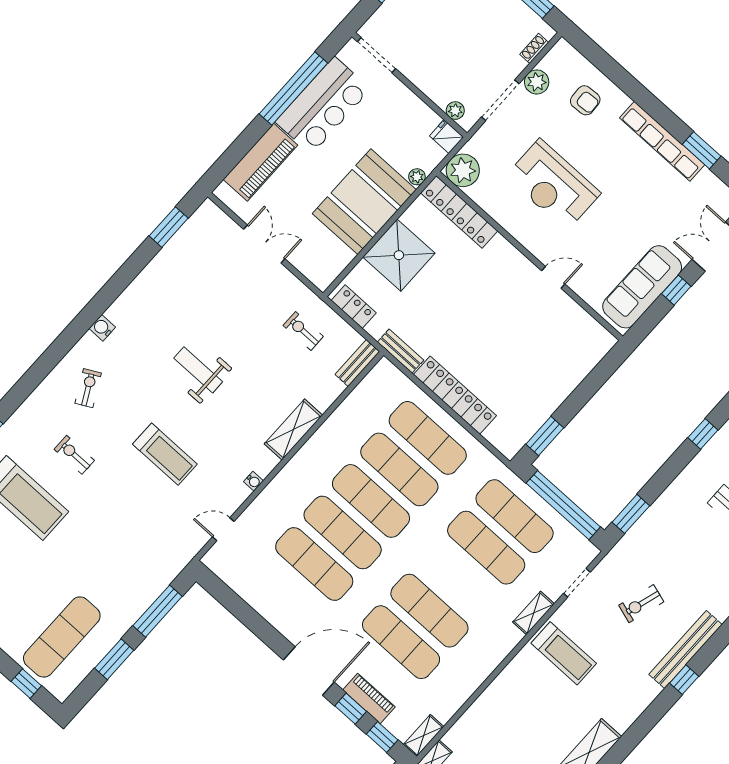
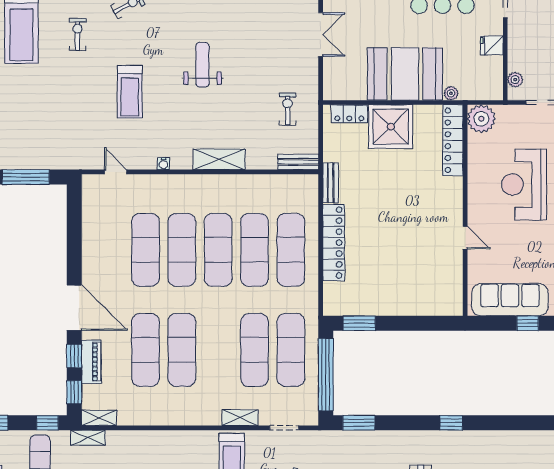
fridge: (447, 136) -> (492, 45), moved, turned -90
locker: (354, 307) -> (349, 114), moved, turned 90

